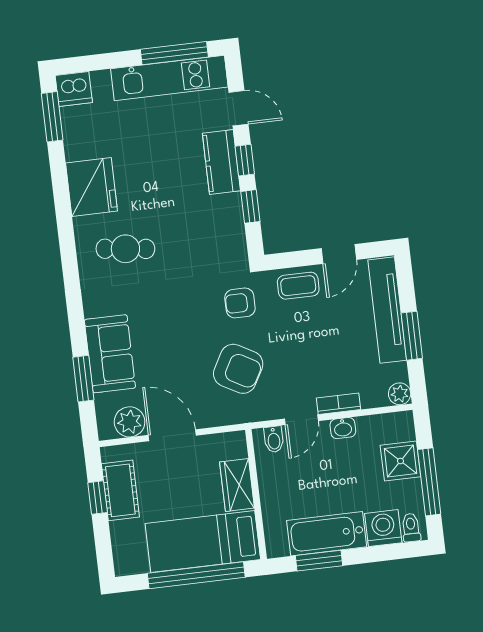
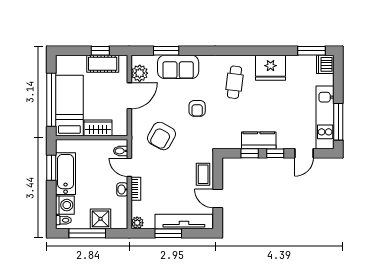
kitchen counter: (221, 162) -> (259, 140), moved
armchair: (240, 303) -> (197, 108), moved, turned 180

